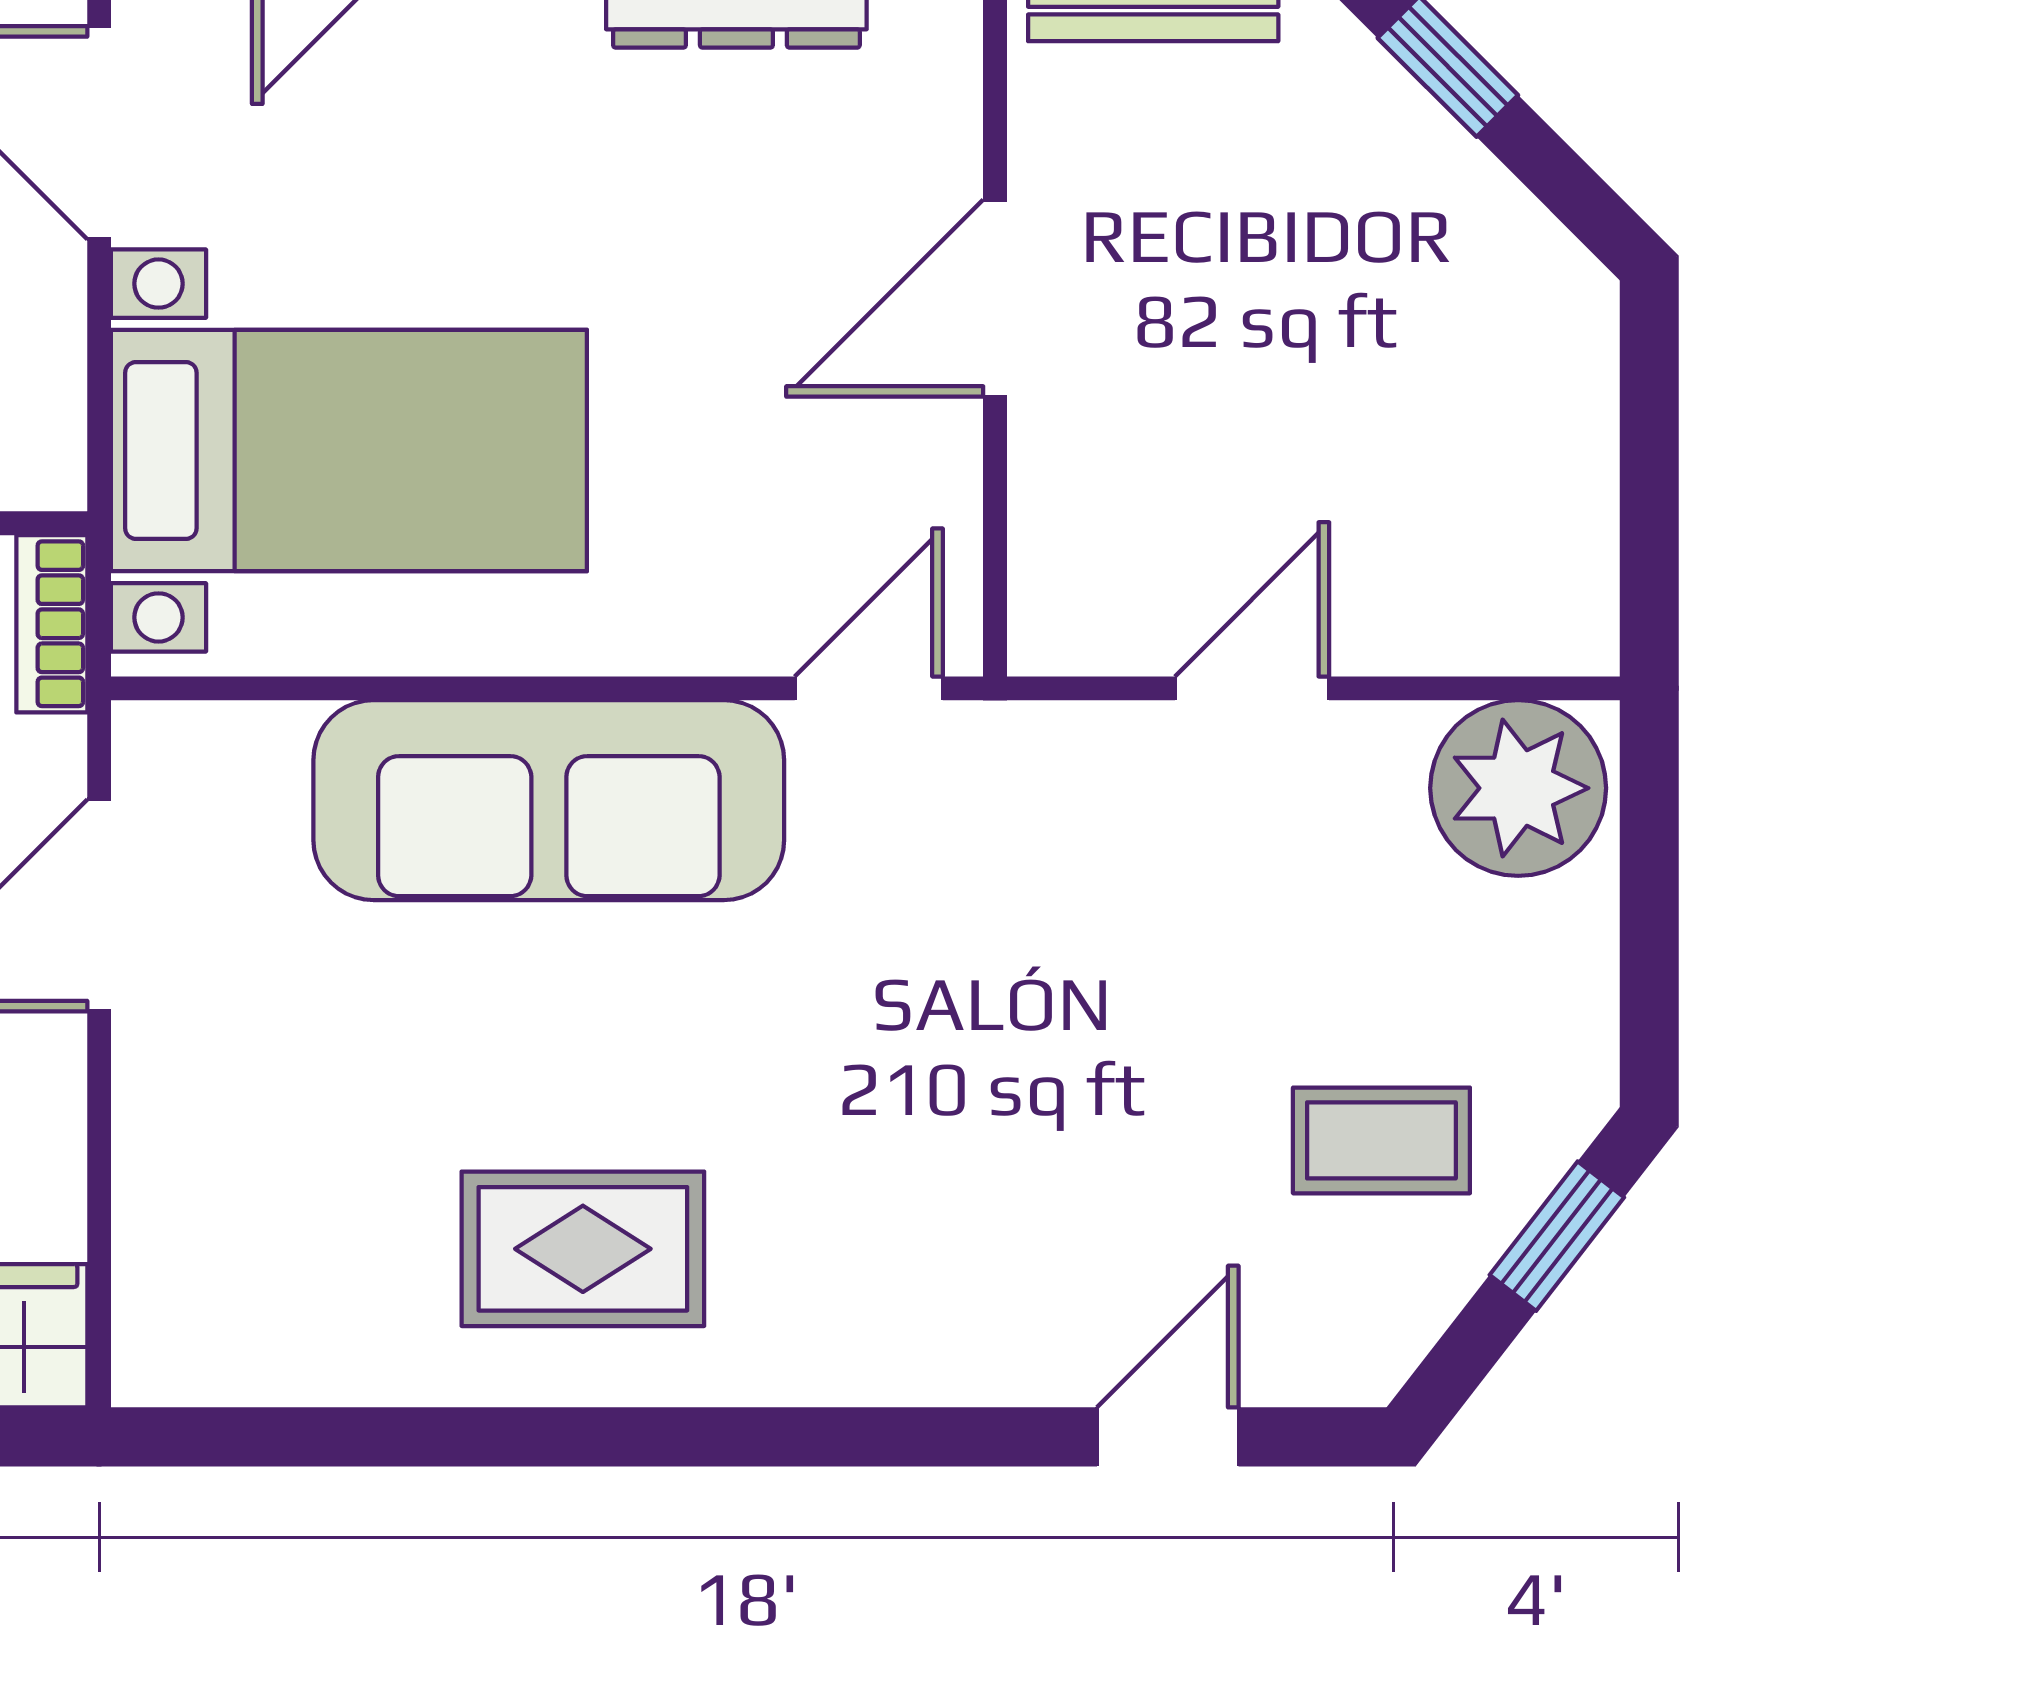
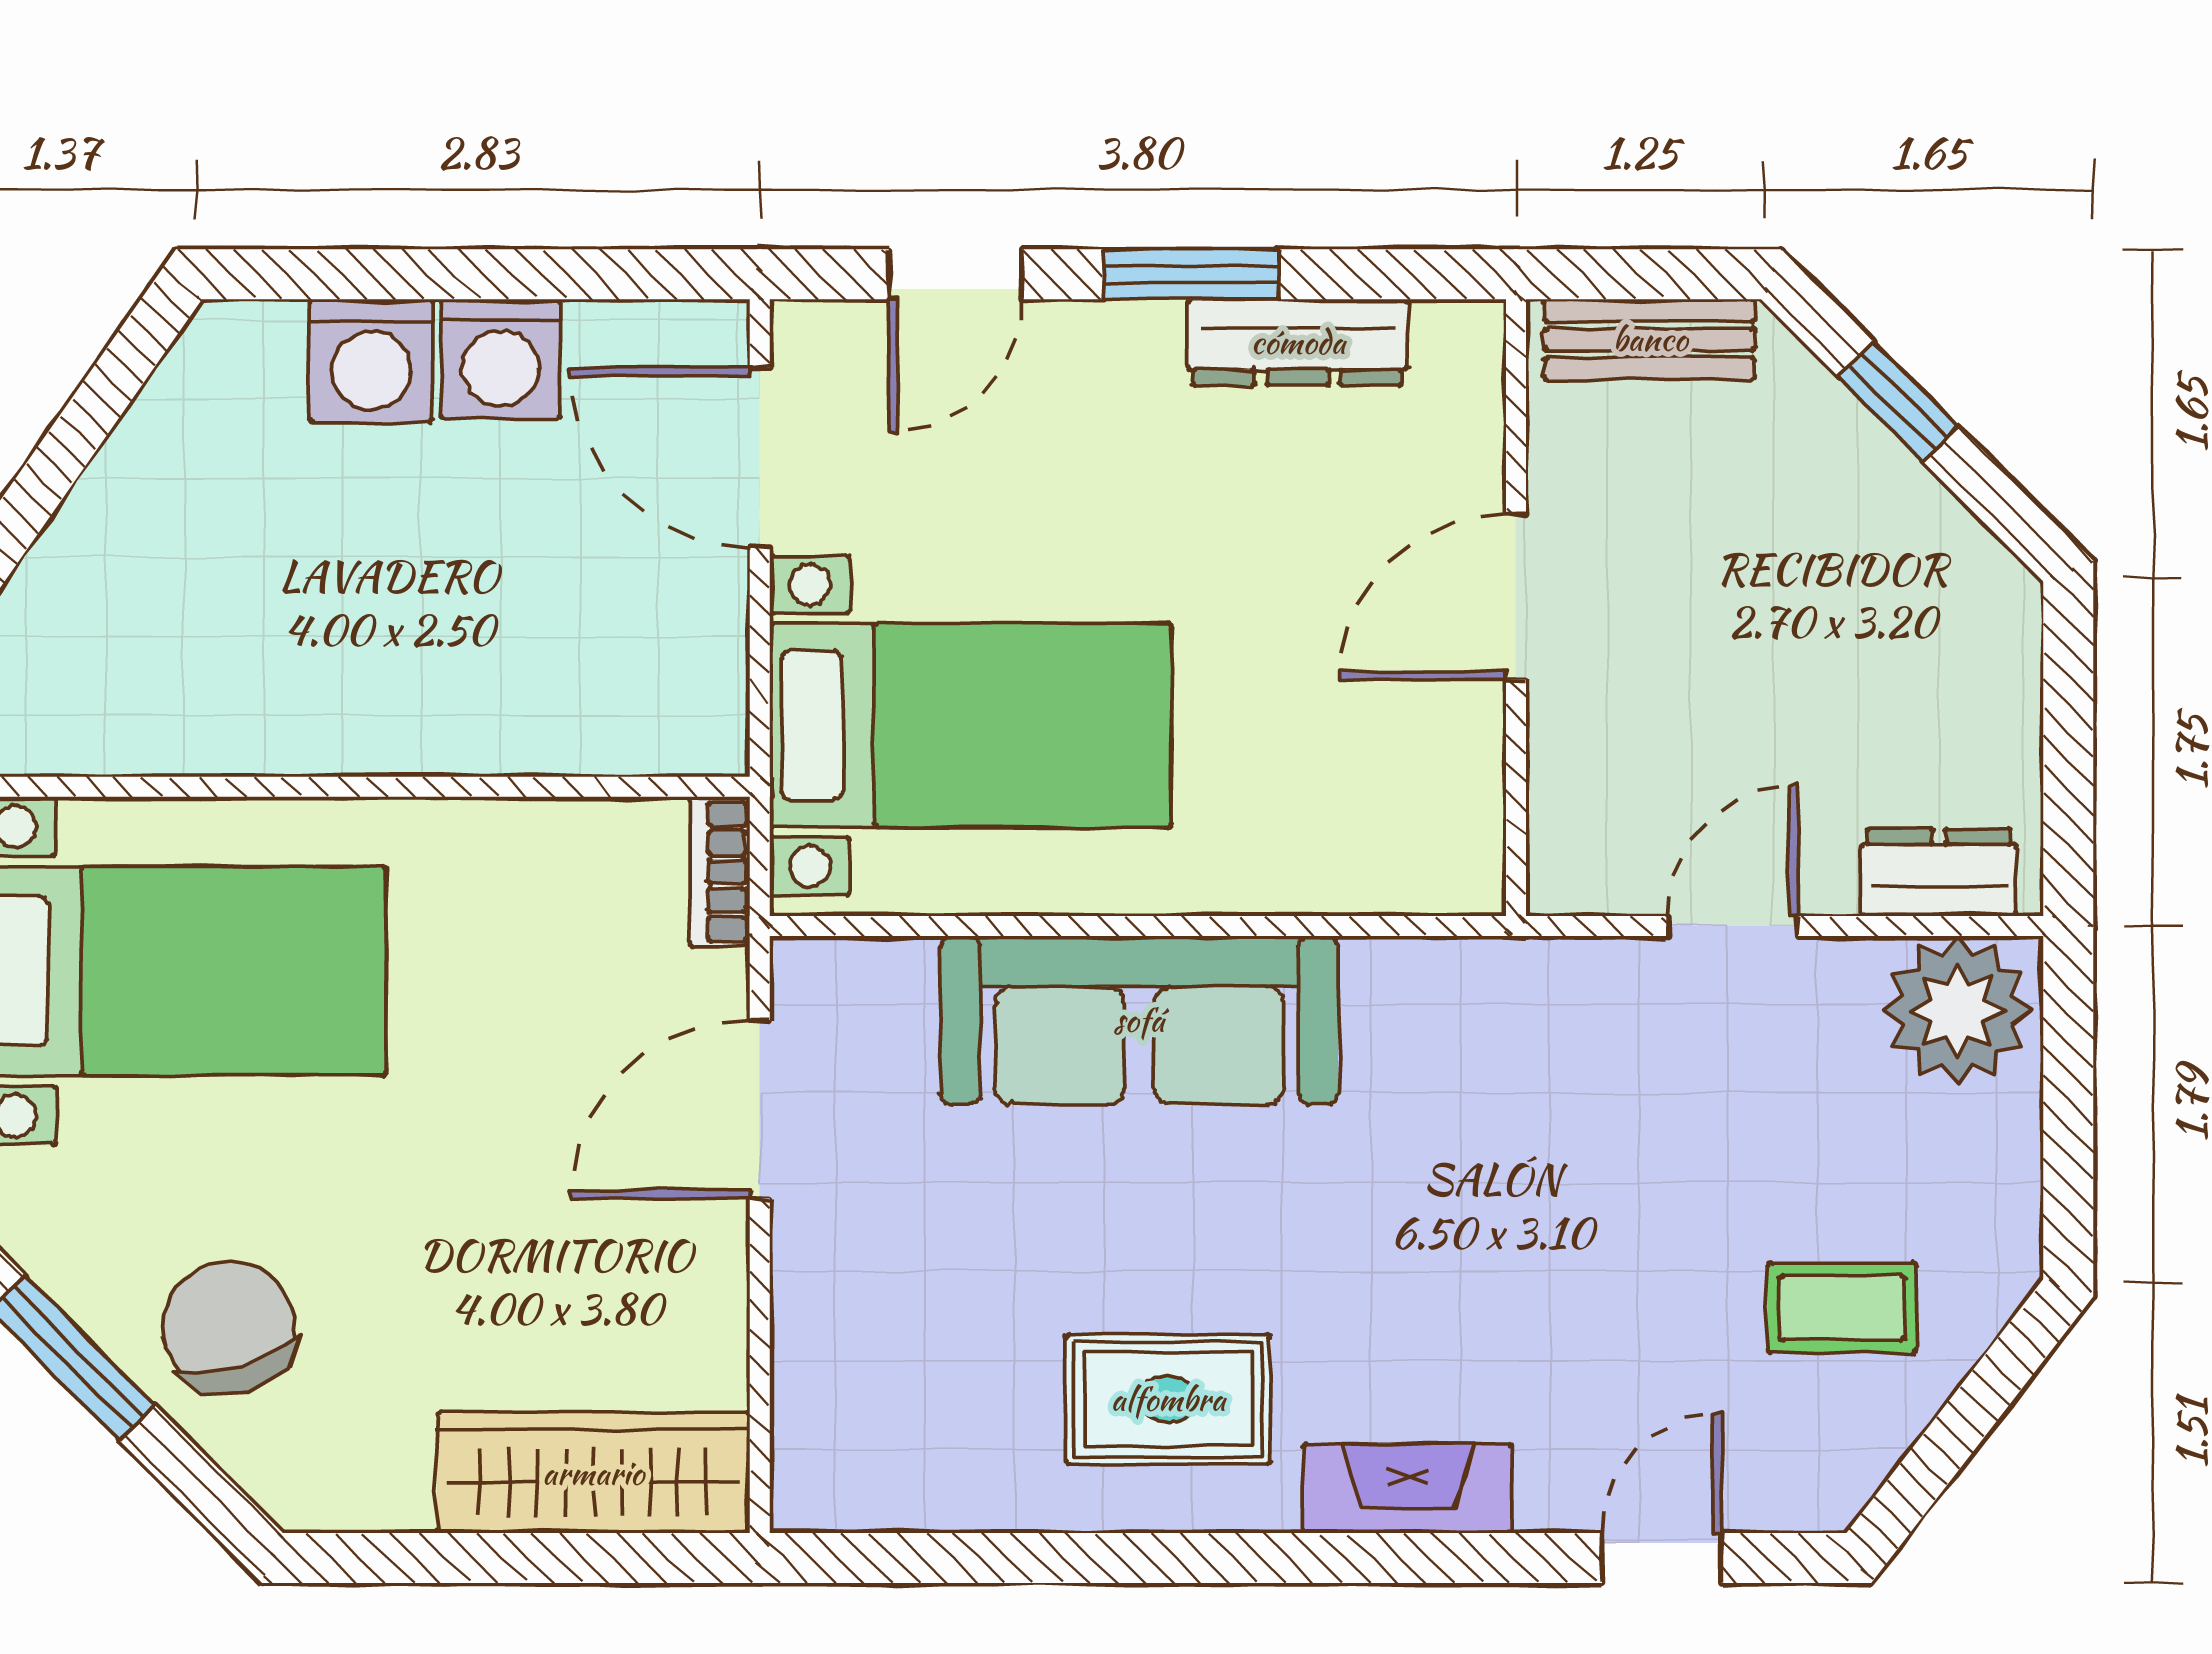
dresser: (1496, 625) -> (1939, 872), added
door: (869, 688) -> (1409, 926), removed
window: (1557, 1236) -> (1990, 1388), removed
fireplace: (867, 1354) -> (1408, 1488), added

